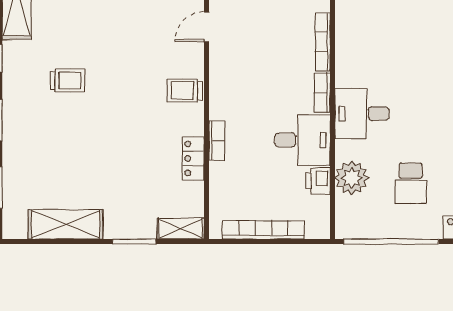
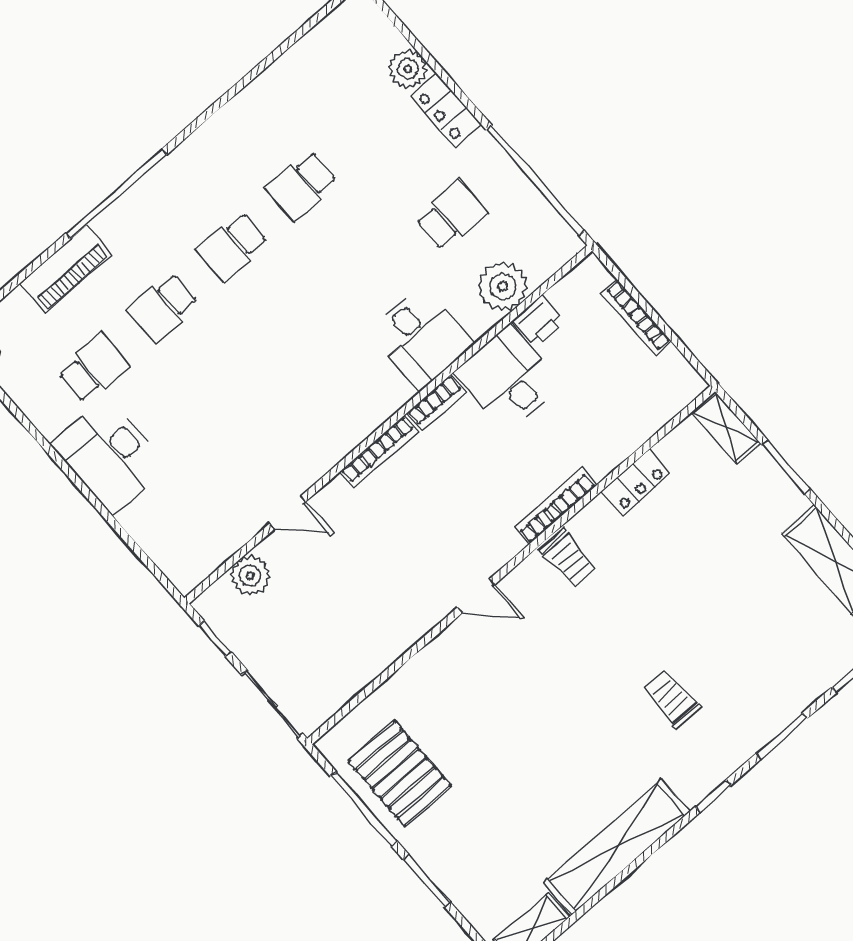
bookcase: (217, 141) -> (555, 506), moved, width x1.56
bookcase: (263, 230) -> (636, 317), width x0.68, depth x0.76

